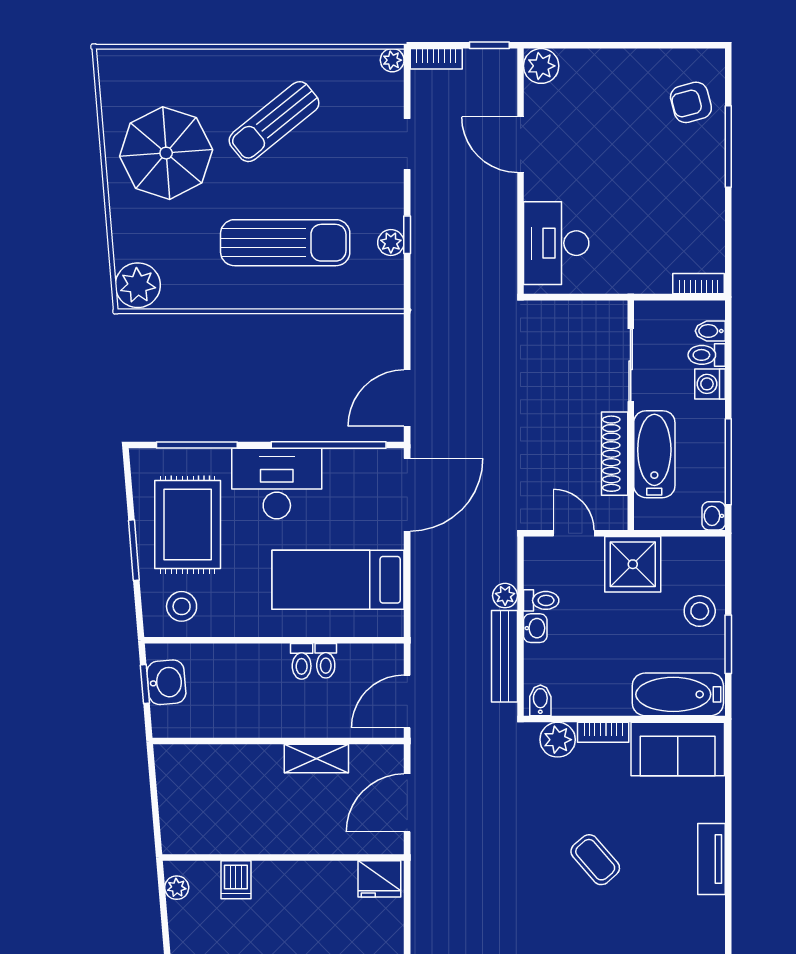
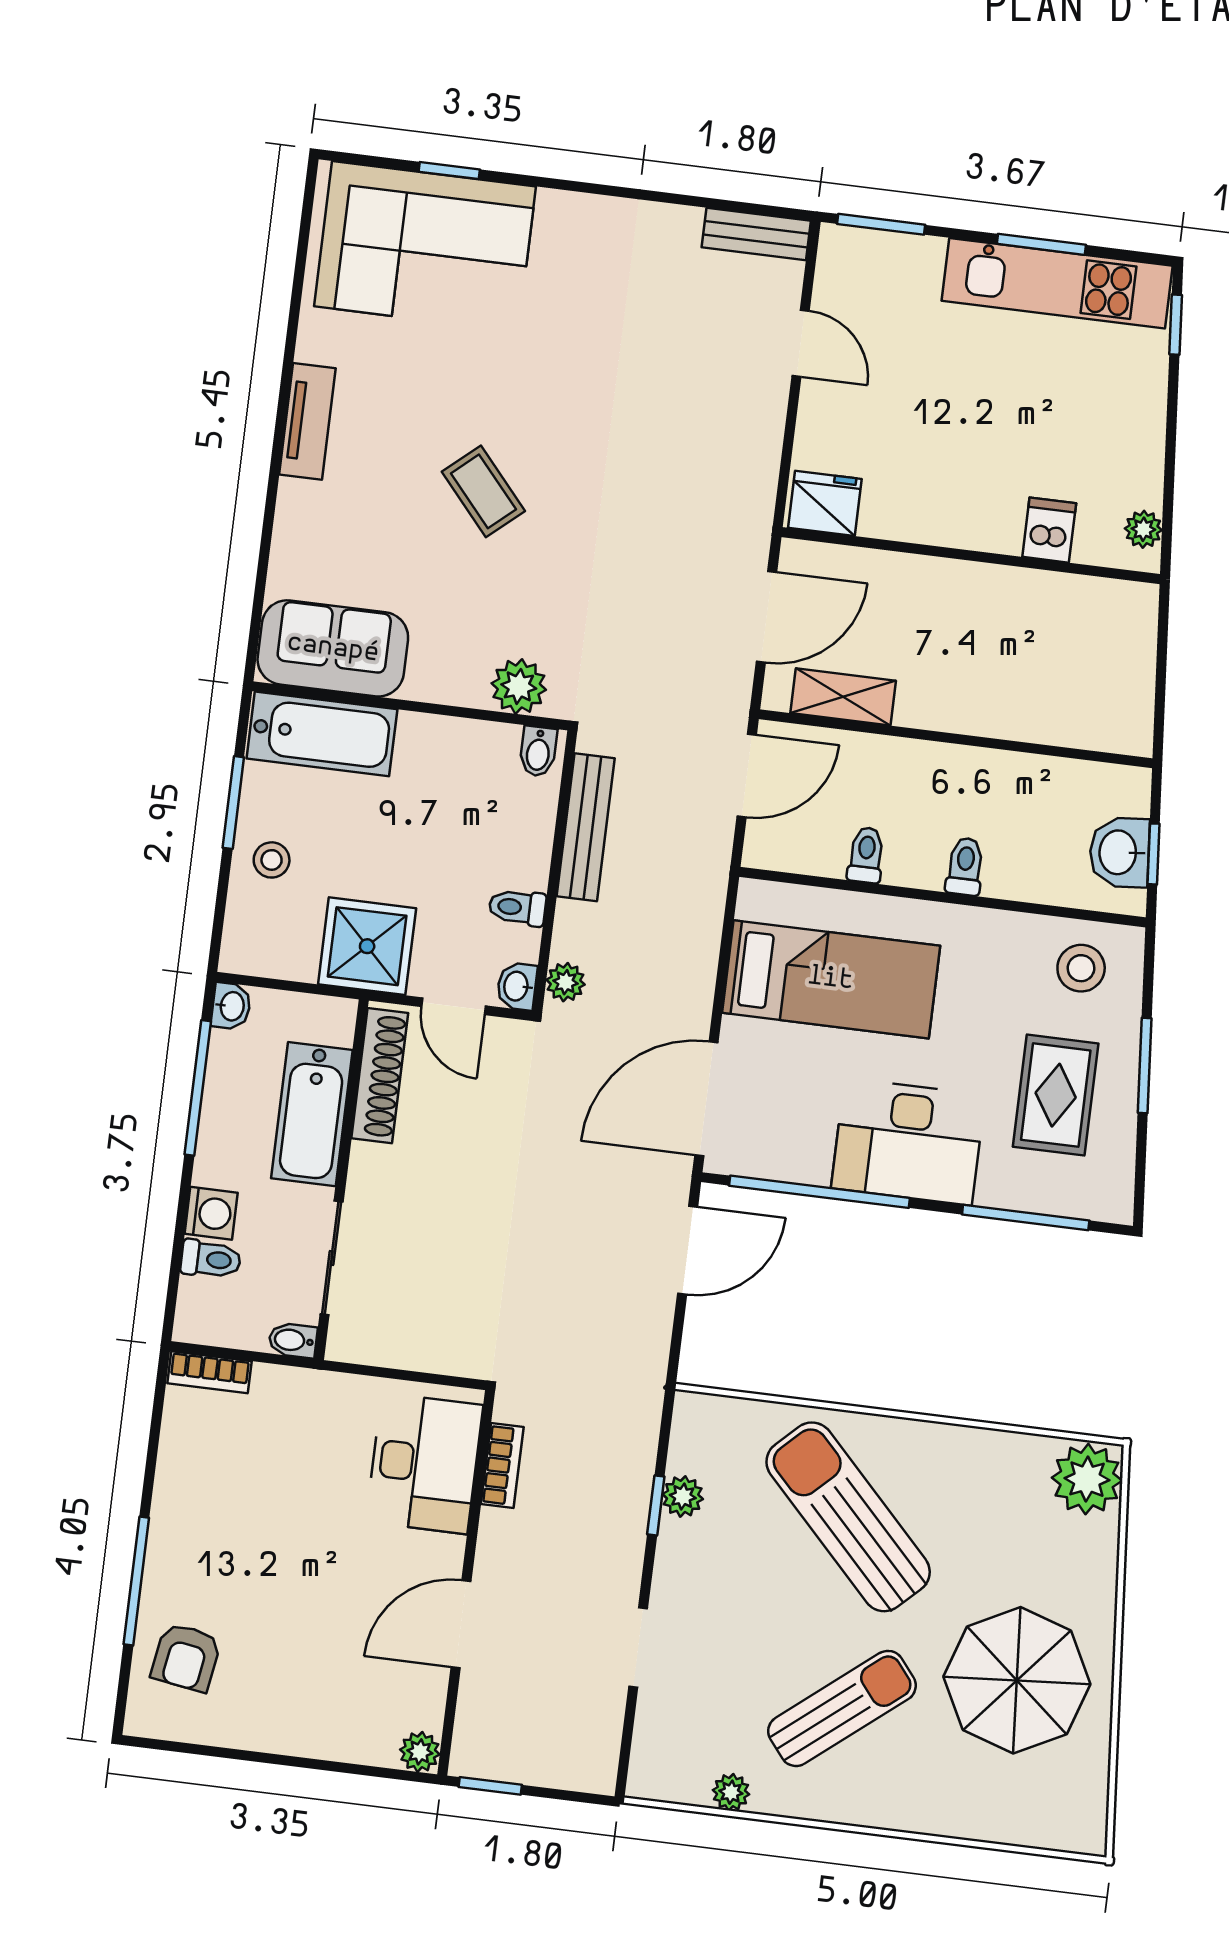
bookcase: (436, 59) -> (502, 1466), moved, turned 90
plant: (392, 60) -> (731, 1792), moved
plant: (541, 66) -> (420, 1752), width x0.73, depth x0.73
armchair: (691, 102) -> (186, 1657), turned 114
door: (520, 145) -> (461, 1624), swing flipped
sun lounger: (285, 243) -> (848, 1517), turned 46
bidet: (710, 331) -> (293, 1340), moved, turned 180
shoe rack: (615, 454) -> (380, 1076), moved
rug: (188, 525) -> (1056, 1095), width x0.73, depth x0.70
plant: (505, 596) -> (566, 982), moved
stool: (700, 611) -> (272, 860), width x0.73, depth x0.73
washbasin: (535, 628) -> (517, 986), moved
toilet: (302, 661) -> (965, 866), moved
bookcase: (603, 732) -> (446, 689), removed
shelving: (316, 759) -> (843, 697), moved
tv unit: (711, 859) -> (307, 421), moved

